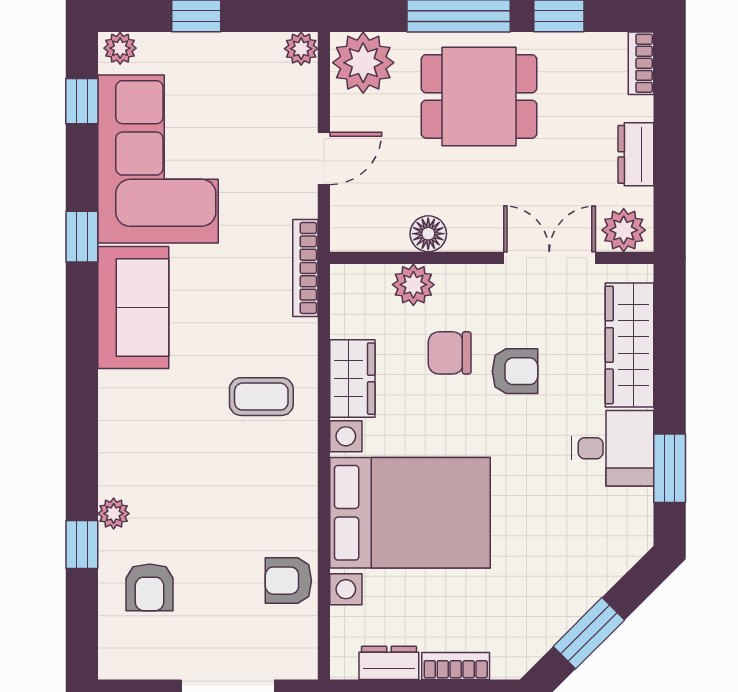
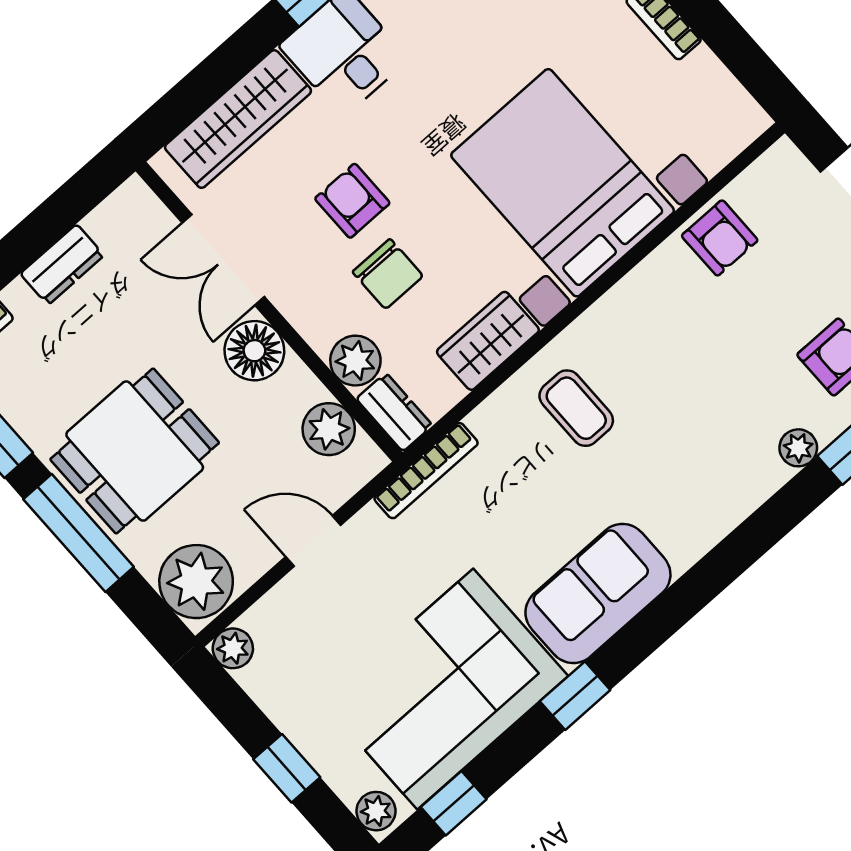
dining table: (479, 96) -> (135, 451), turned 90
plant: (624, 230) -> (329, 429), moved
floor lamp: (428, 234) -> (254, 351), moved, width x1.38, depth x1.38
dresser: (389, 663) -> (394, 412), moved, turned 180

